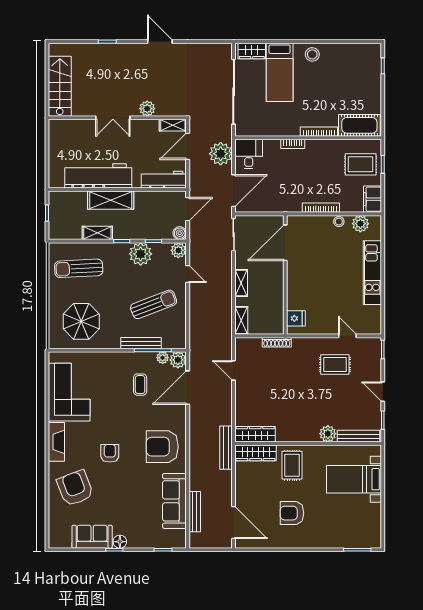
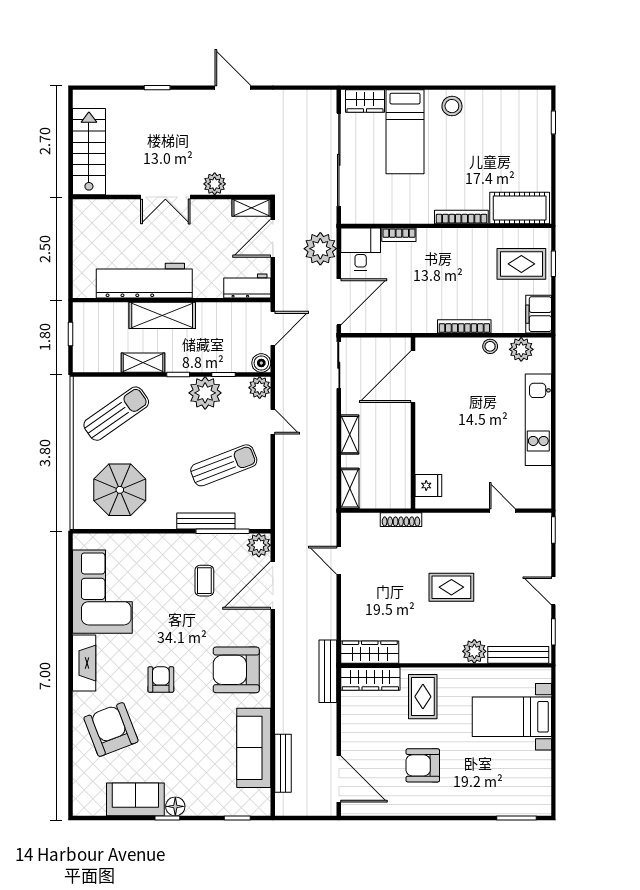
bookcase: (293, 144) -> (399, 235), moved
workbench: (164, 180) -> (247, 286), width x0.73
sun lounger: (79, 268) -> (116, 414), turned 148
plant: (163, 358) -> (237, 542), removed
rug: (335, 365) -> (451, 587), moved

